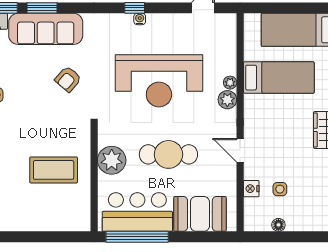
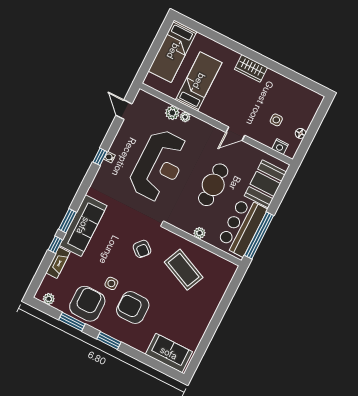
armchair: (68, 79) -> (142, 249), moved
plant: (227, 100) -> (172, 113), moved
plant: (112, 160) -> (200, 233), width x0.53, depth x0.53
coffee table: (54, 170) -> (184, 270), turned -66
nightstand: (251, 189) -> (280, 147), moved

